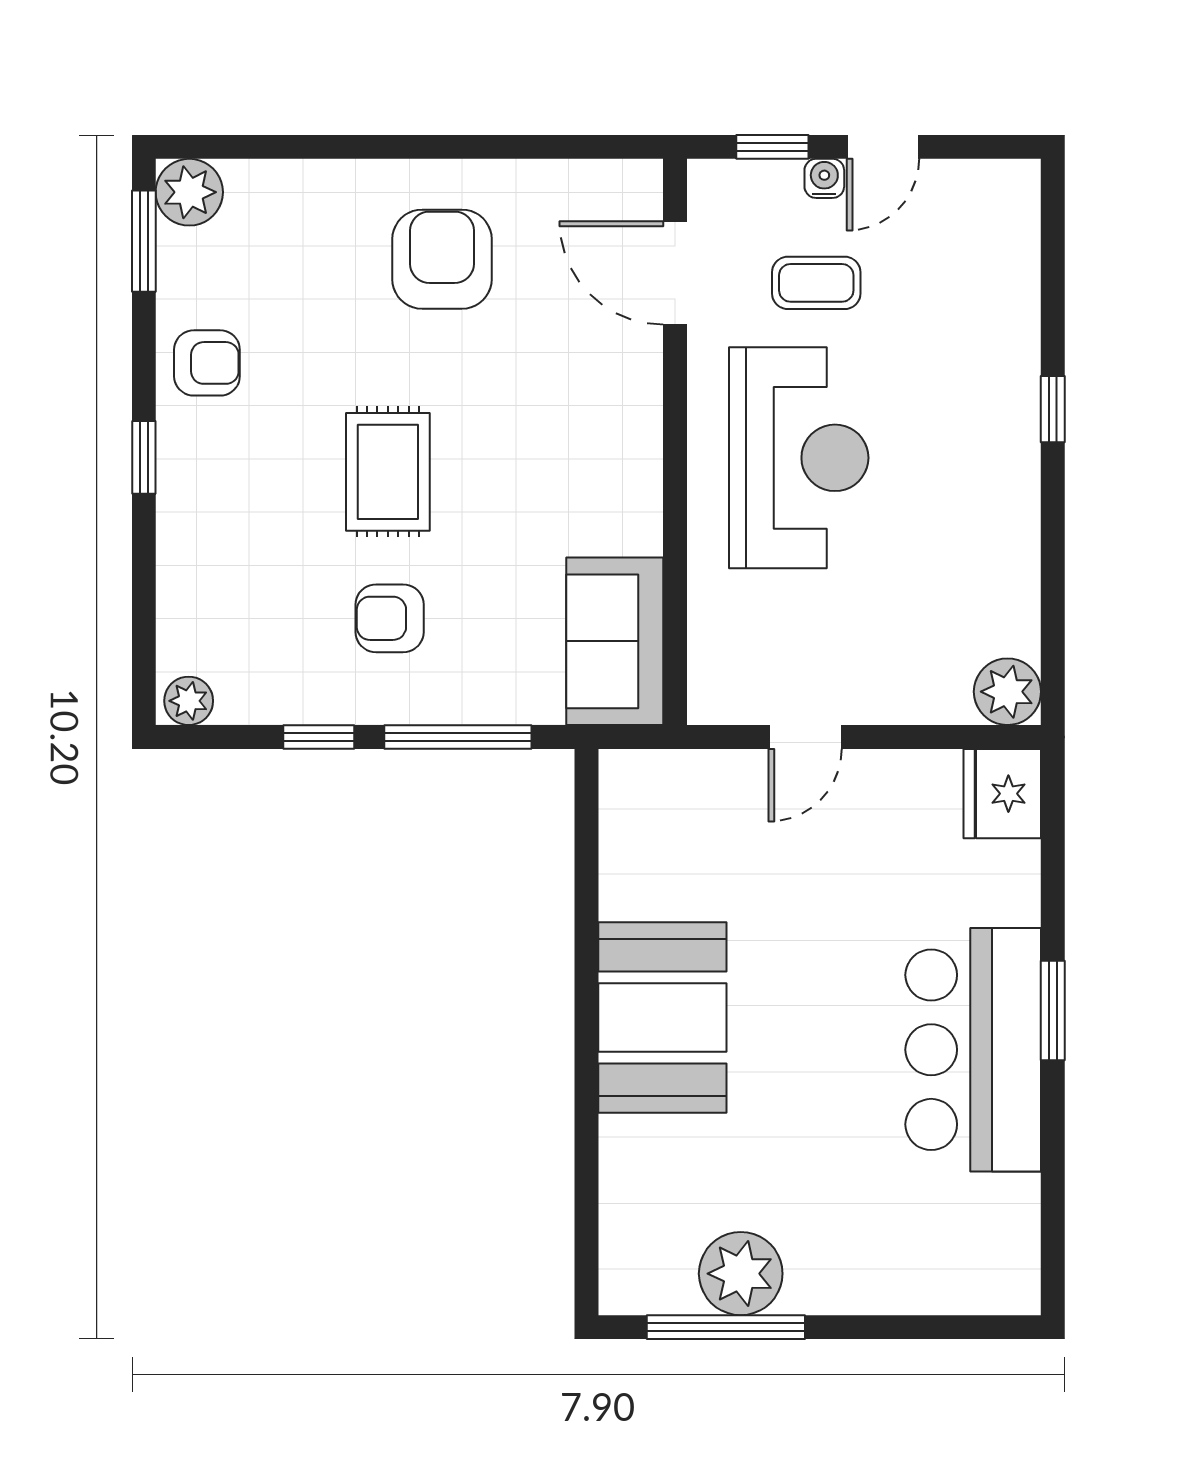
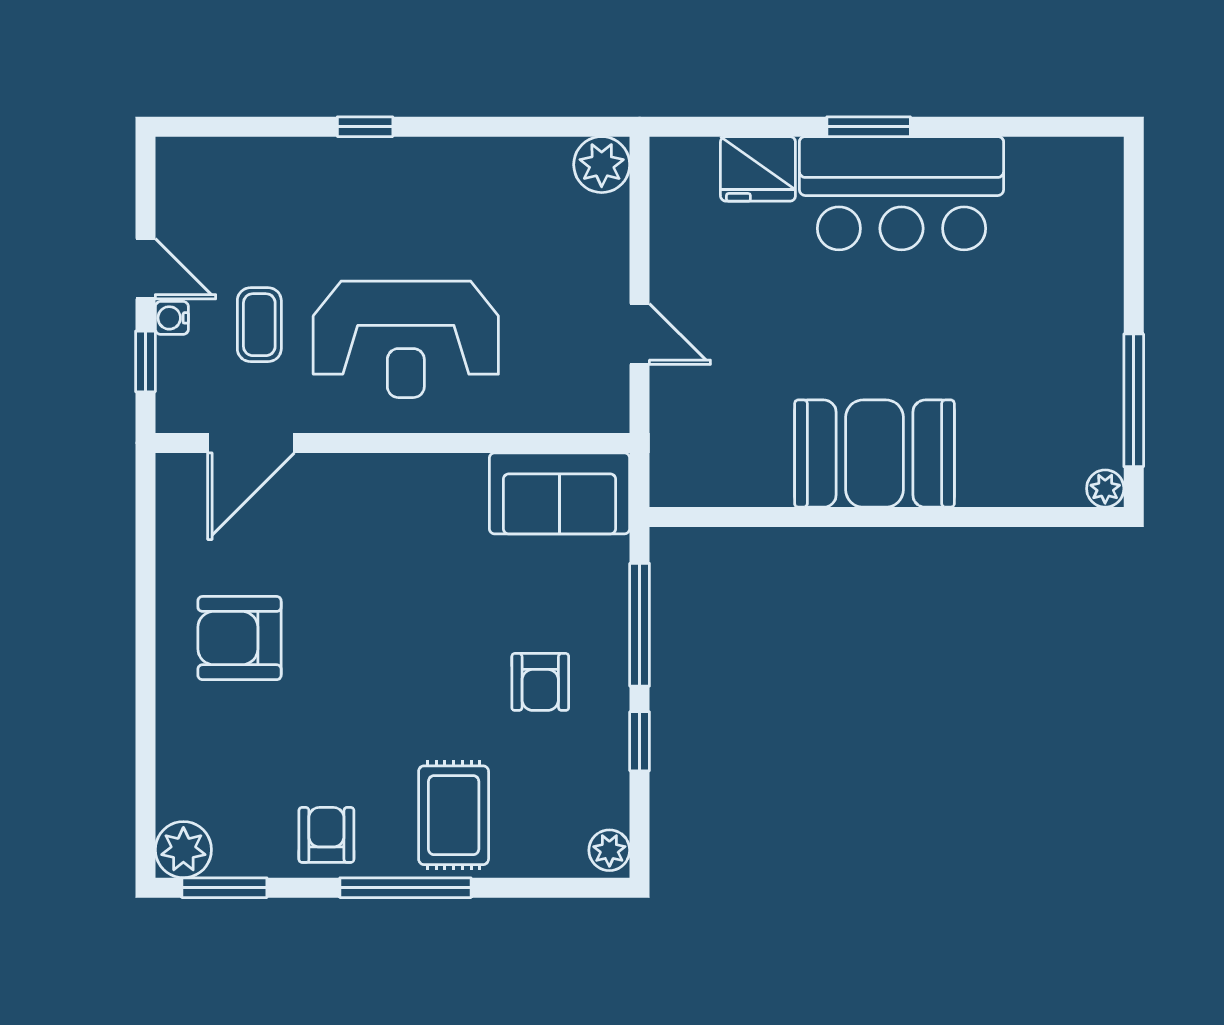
window: (144, 457) -> (405, 888), width x2.17
reception desk: (799, 458) -> (406, 339), turned 180
rug: (388, 472) -> (454, 815), moved, turned 90
fridge: (1002, 794) -> (758, 169), moved
plant: (741, 1274) -> (1105, 489), moved, width x0.53, depth x0.53

